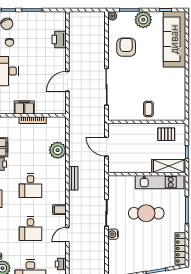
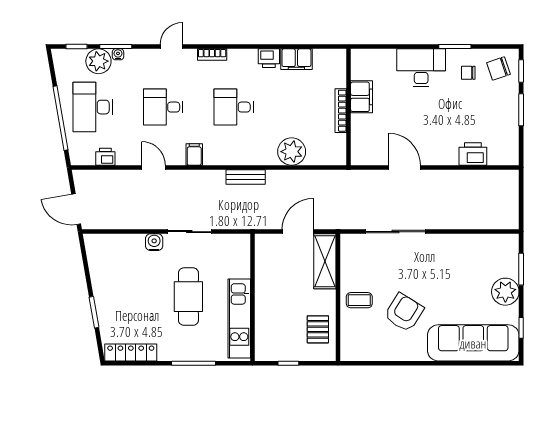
plant: (112, 16) -> (512, 241), removed
armchair: (126, 47) -> (404, 312), moved, turned -58
shelving: (169, 166) -> (325, 261), moved

